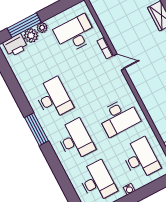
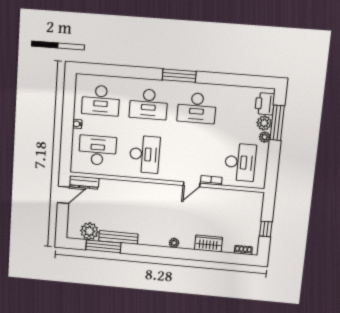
desk: (119, 117) -> (145, 154), turned 180
desk: (141, 159) -> (97, 150), turned 180

